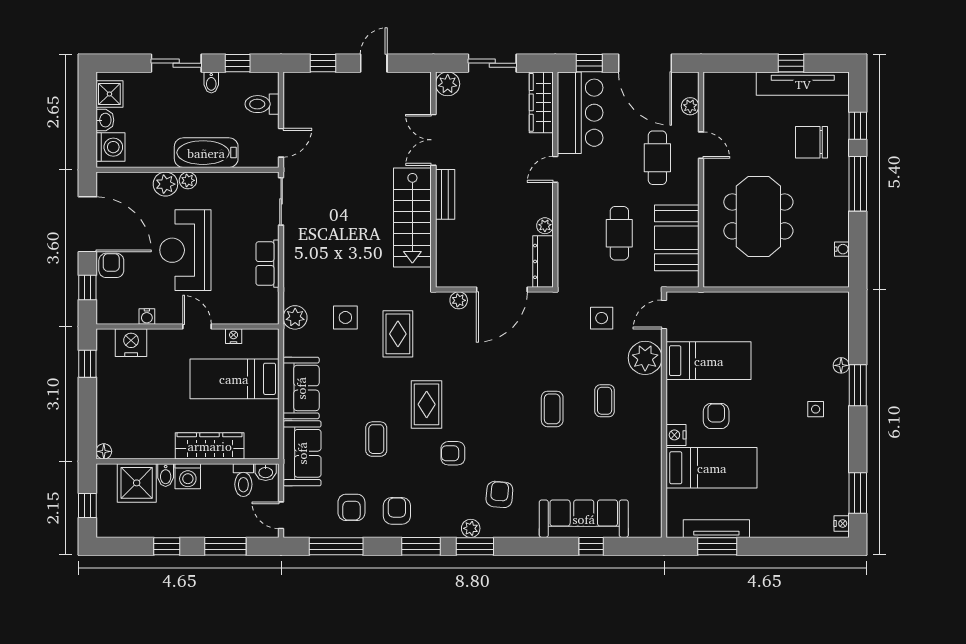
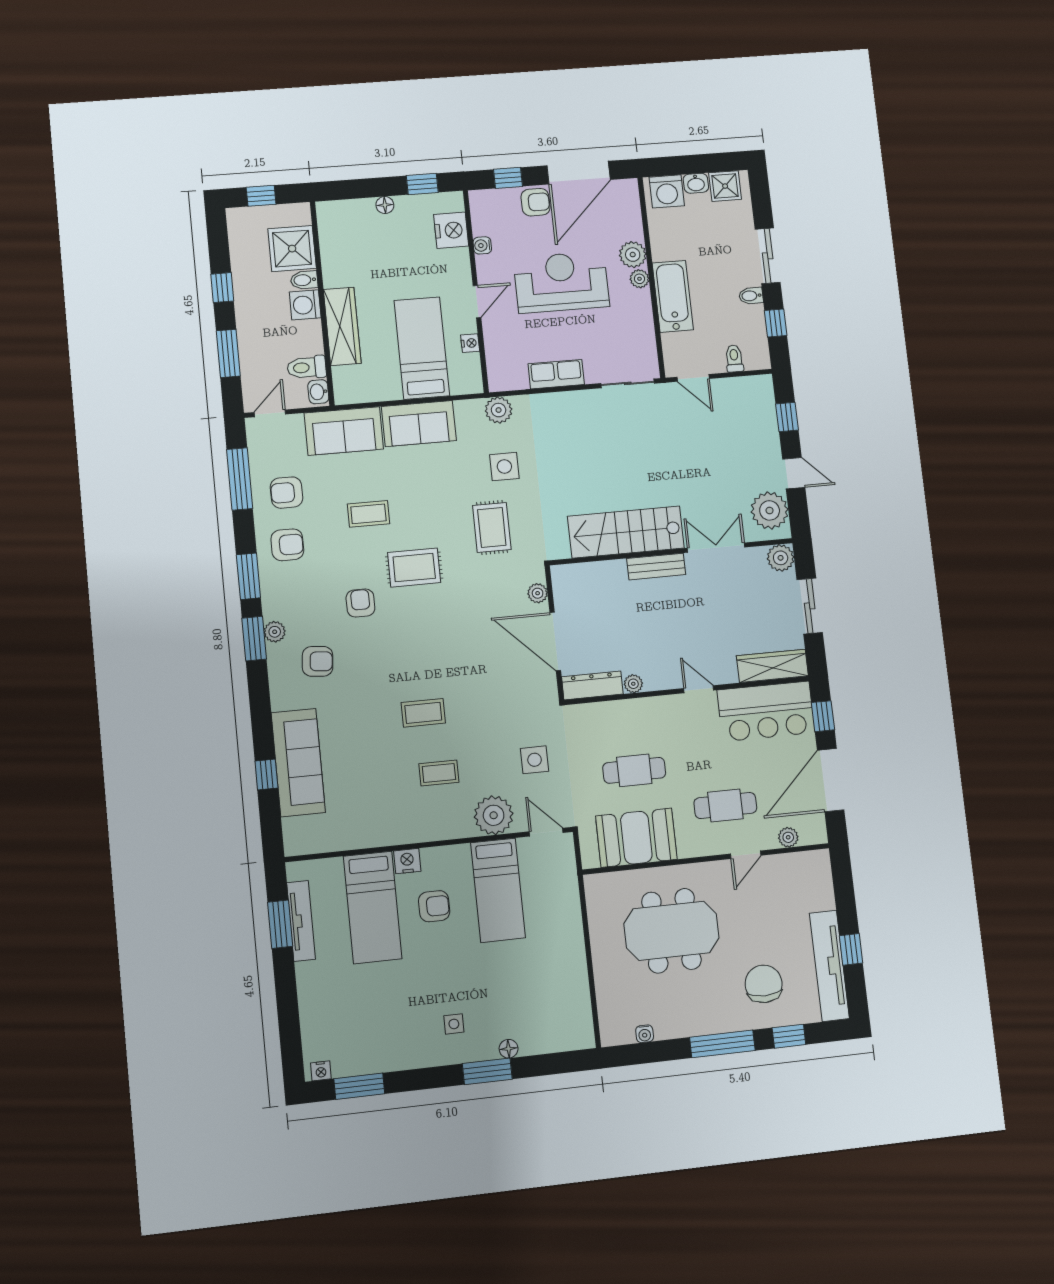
plant: (405, 89) -> (770, 510), added
toilet: (262, 104) -> (734, 359), width x0.73, depth x0.72
rug: (398, 334) -> (492, 527), turned 90
floor lamp: (104, 451) -> (385, 205), moved

